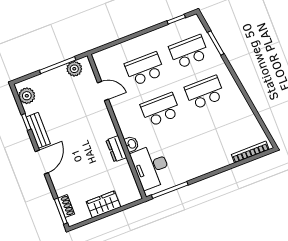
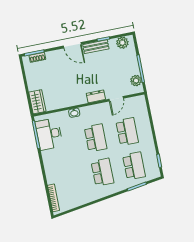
dresser: (116, 149) -> (96, 96), moved
desk: (151, 167) -> (49, 134), moved, turned -90
wardrobe: (103, 204) -> (37, 102), moved

